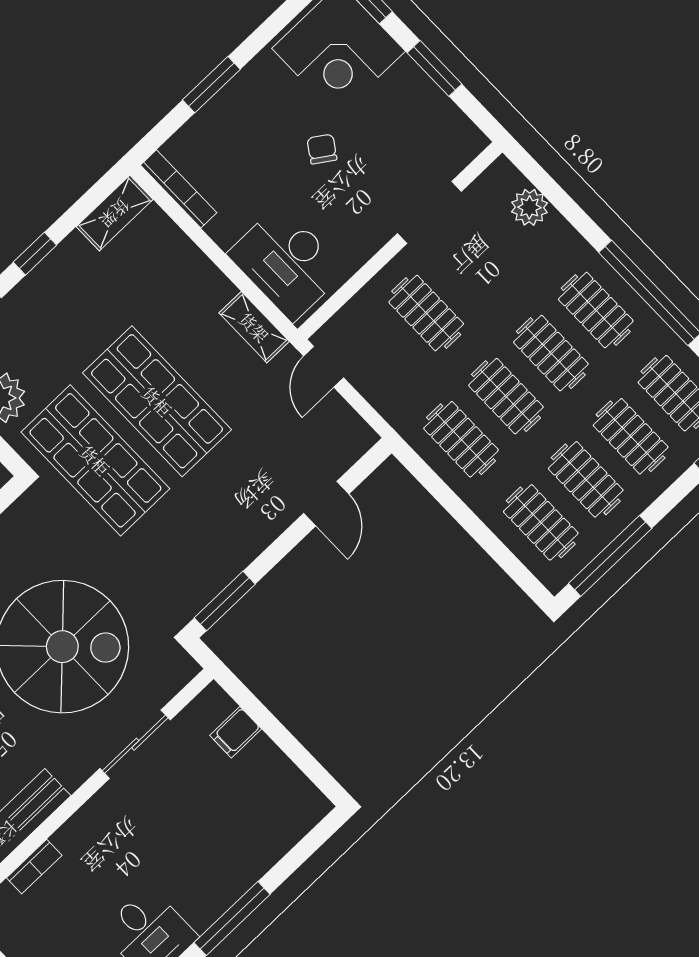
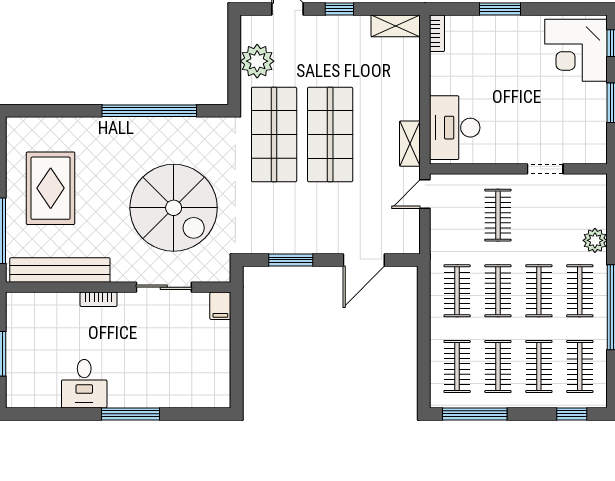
chair: (322, 149) -> (523, 90), removed
bookcase: (179, 189) -> (437, 33), width x0.64
plant: (529, 207) -> (595, 240), moved
doorway: (429, 212) -> (545, 169), width x0.73
door: (326, 504) -> (364, 260), width x1.38
window: (225, 601) -> (291, 260), moved
filing cabinet: (236, 732) -> (220, 306), moved, turned -90
bookcase: (34, 867) -> (99, 299), moved

